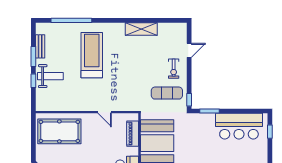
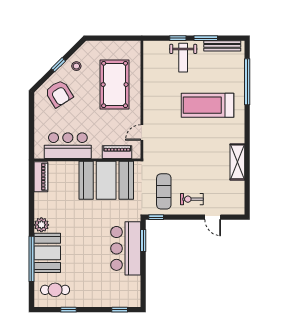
bench: (40, 46) -> (222, 46), width x1.36
treadmill: (92, 55) -> (207, 105), turned 180
door: (105, 112) -> (142, 133), moved
bar counter: (239, 126) -> (126, 248), moved
pool table: (59, 131) -> (115, 85), moved

